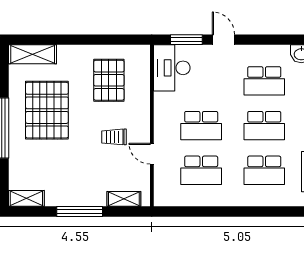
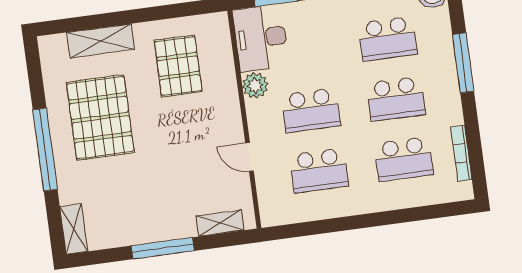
shelving: (33, 54) -> (101, 41), moved
plant: (163, 102) -> (255, 85), added
trolley: (114, 137) -> (195, 141), removed
shelving: (26, 198) -> (74, 229), moved, turned 90

